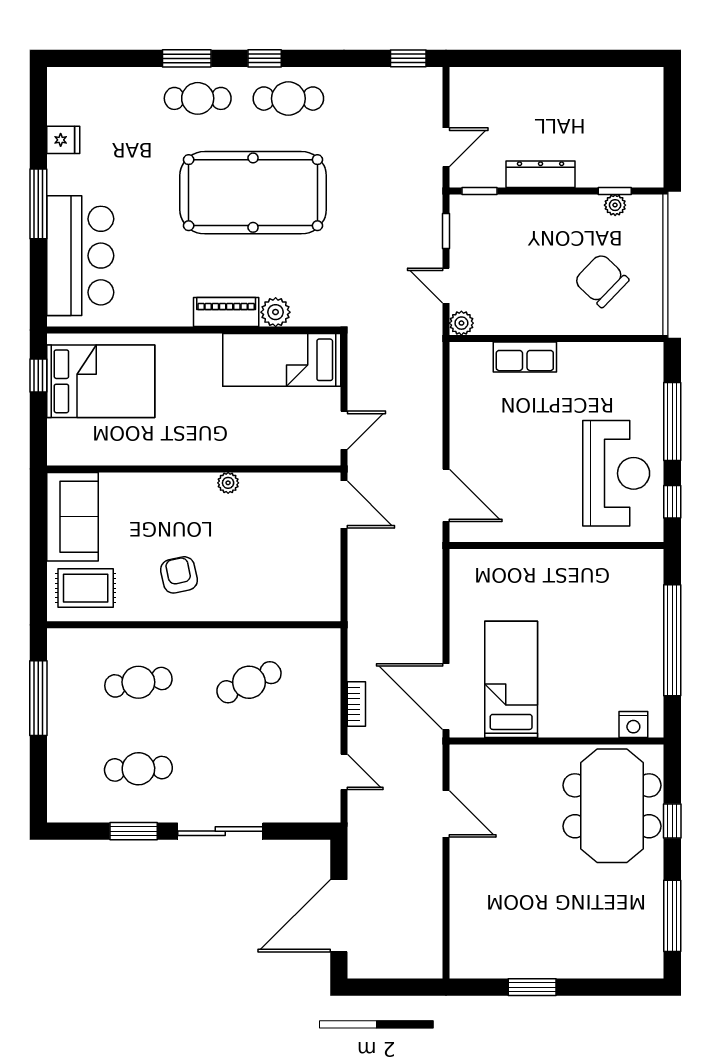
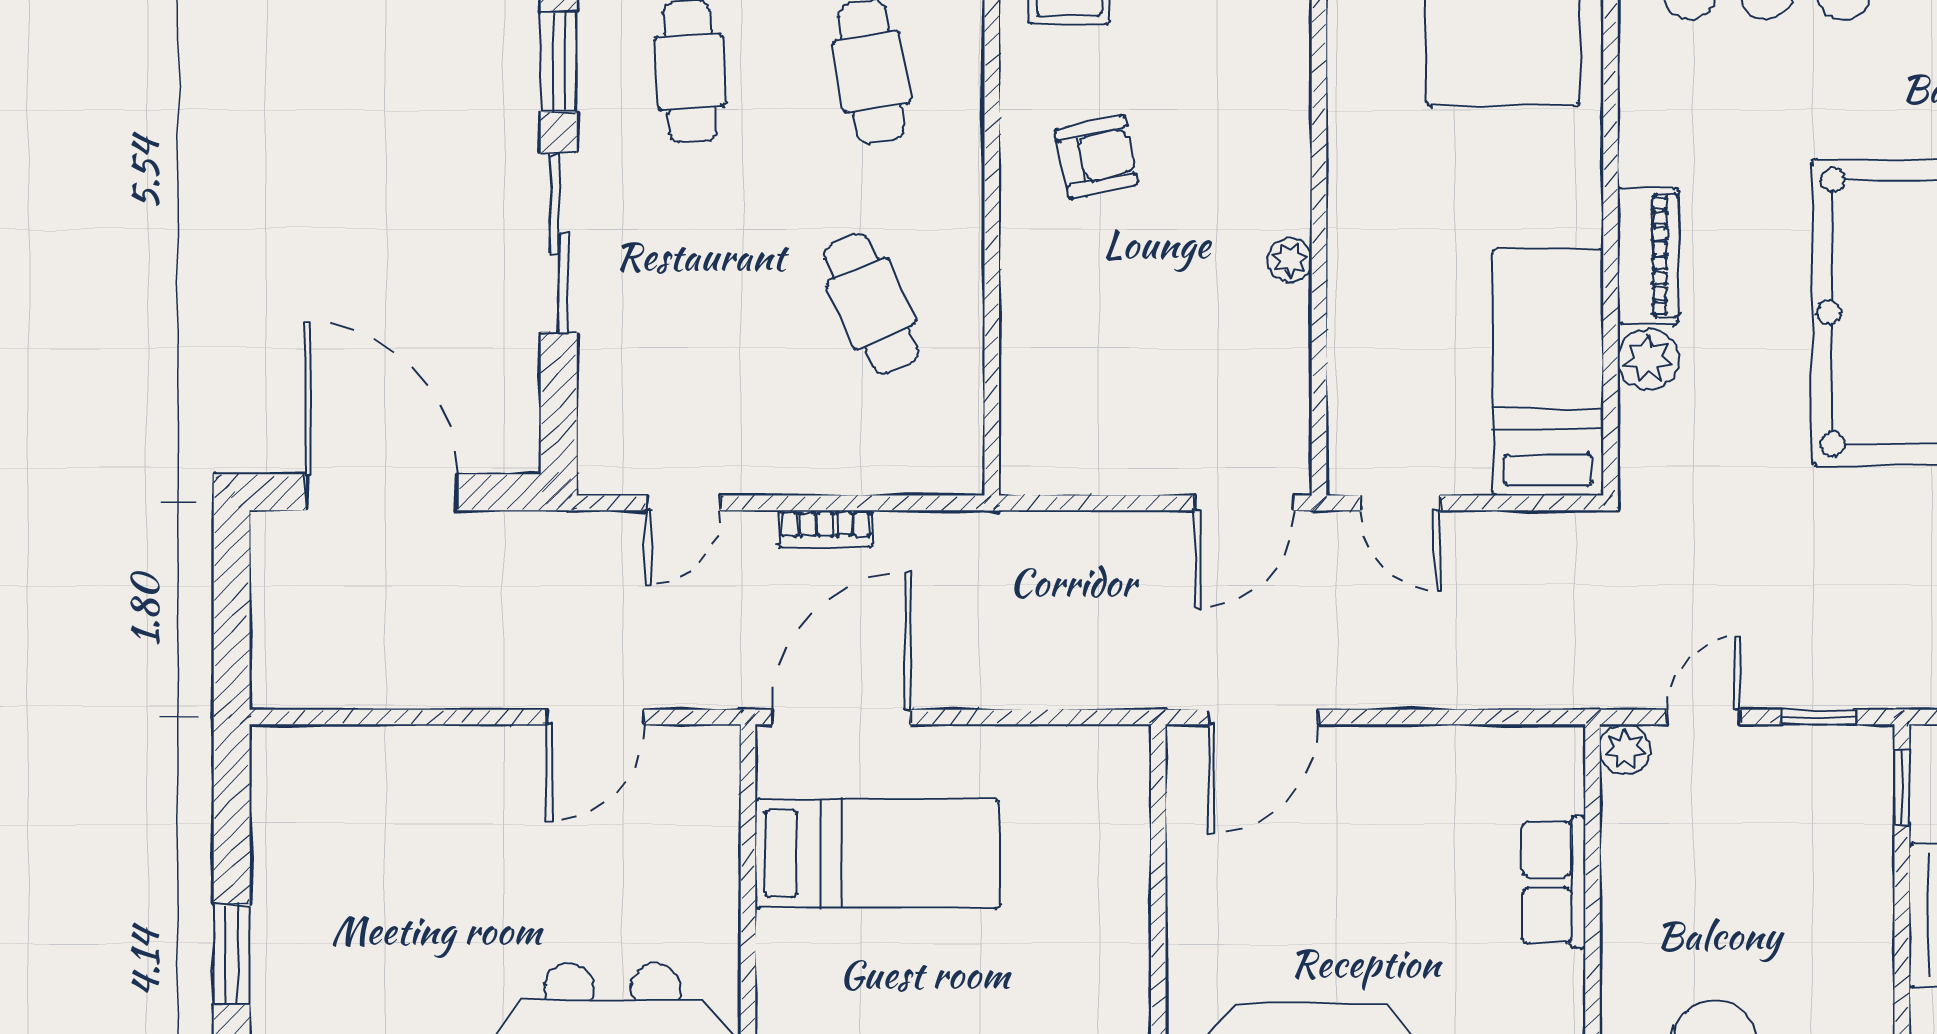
window: (532, 987) -> (232, 954), moved

